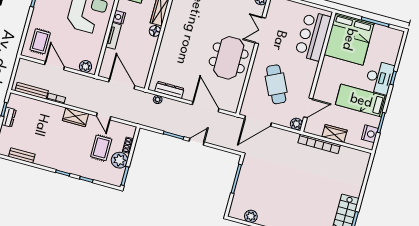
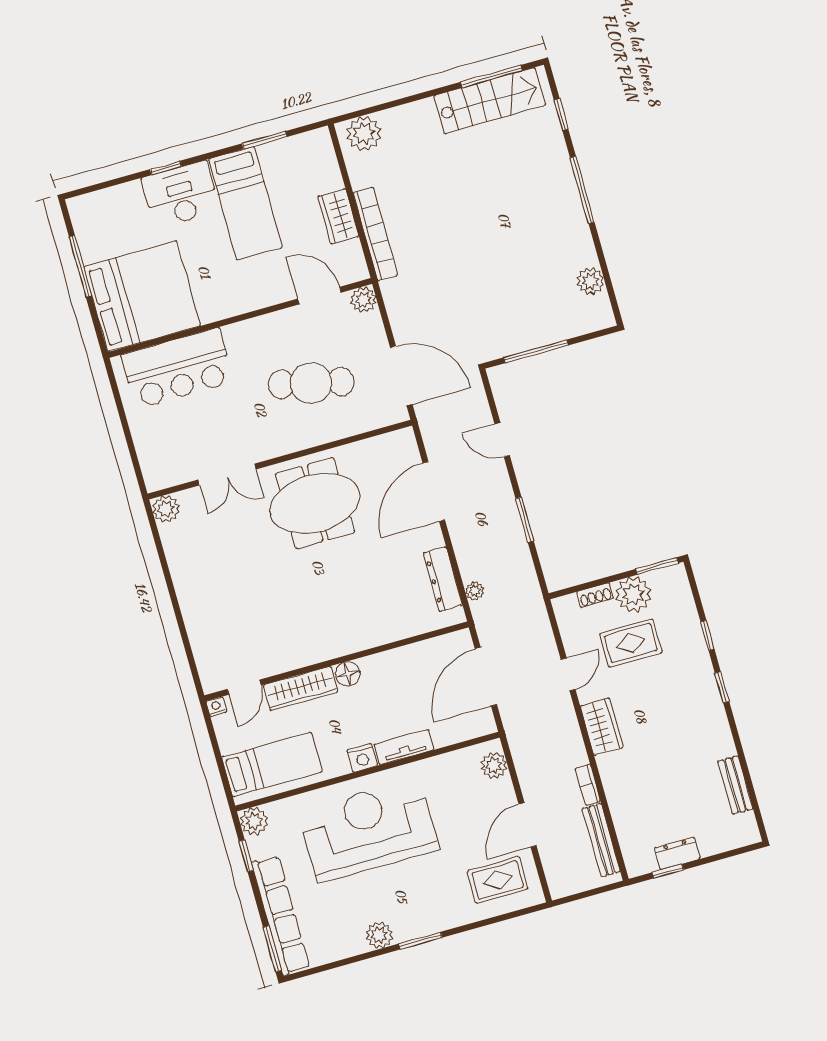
cafe table: (276, 84) -> (311, 383), turned 39
nightstand: (370, 134) -> (299, 149), removed
door: (197, 142) -> (502, 440), moved
plant: (361, 163) -> (364, 134), added

